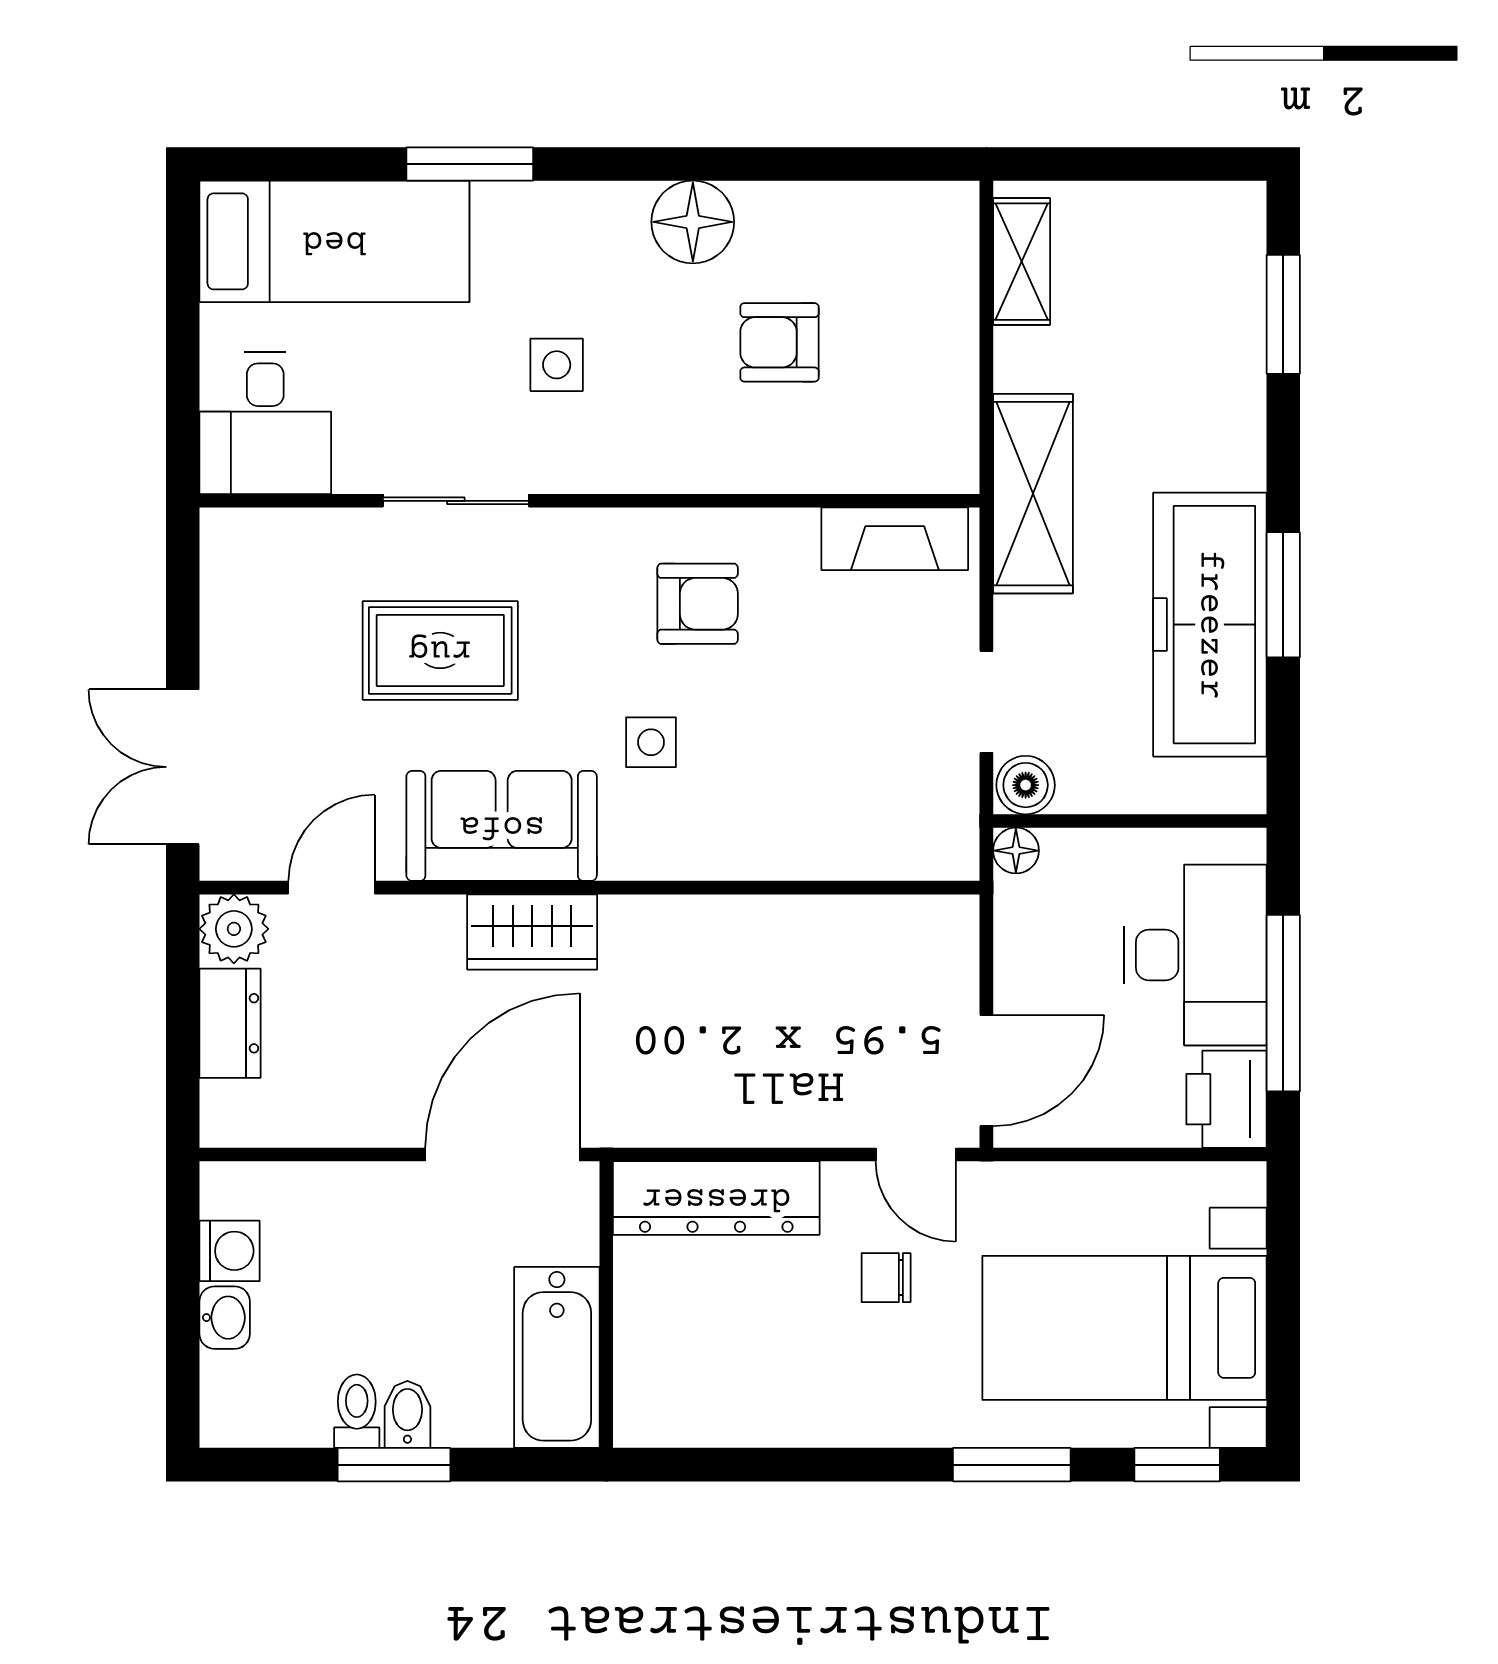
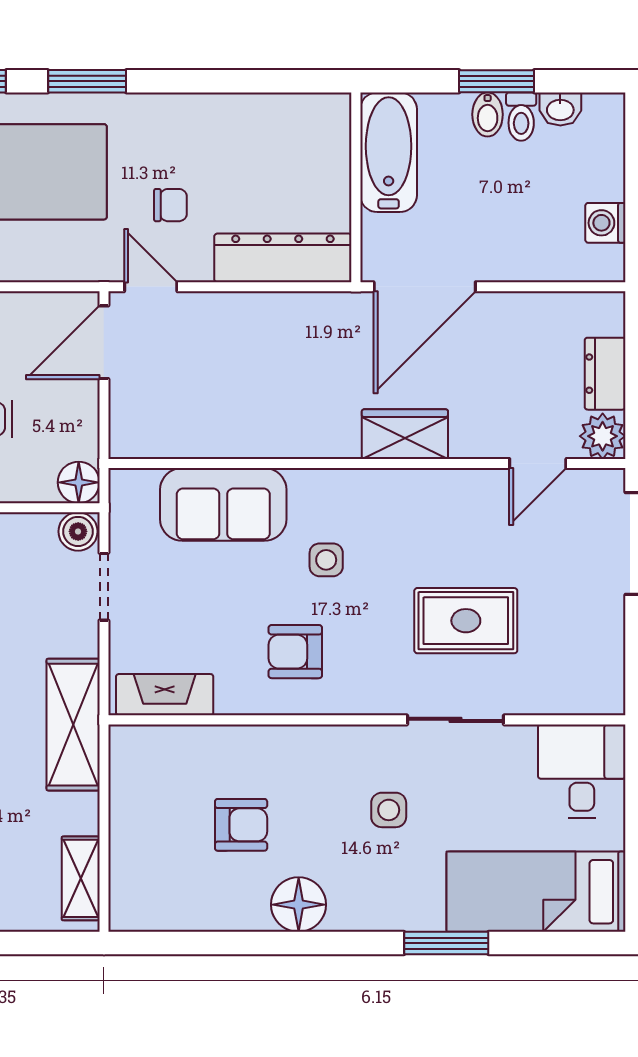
sofa: (502, 826) -> (223, 504), moved
floor lamp: (1016, 851) -> (79, 482), width x1.37, depth x1.37
washbasin: (225, 1318) -> (560, 109), moved, turned -90

